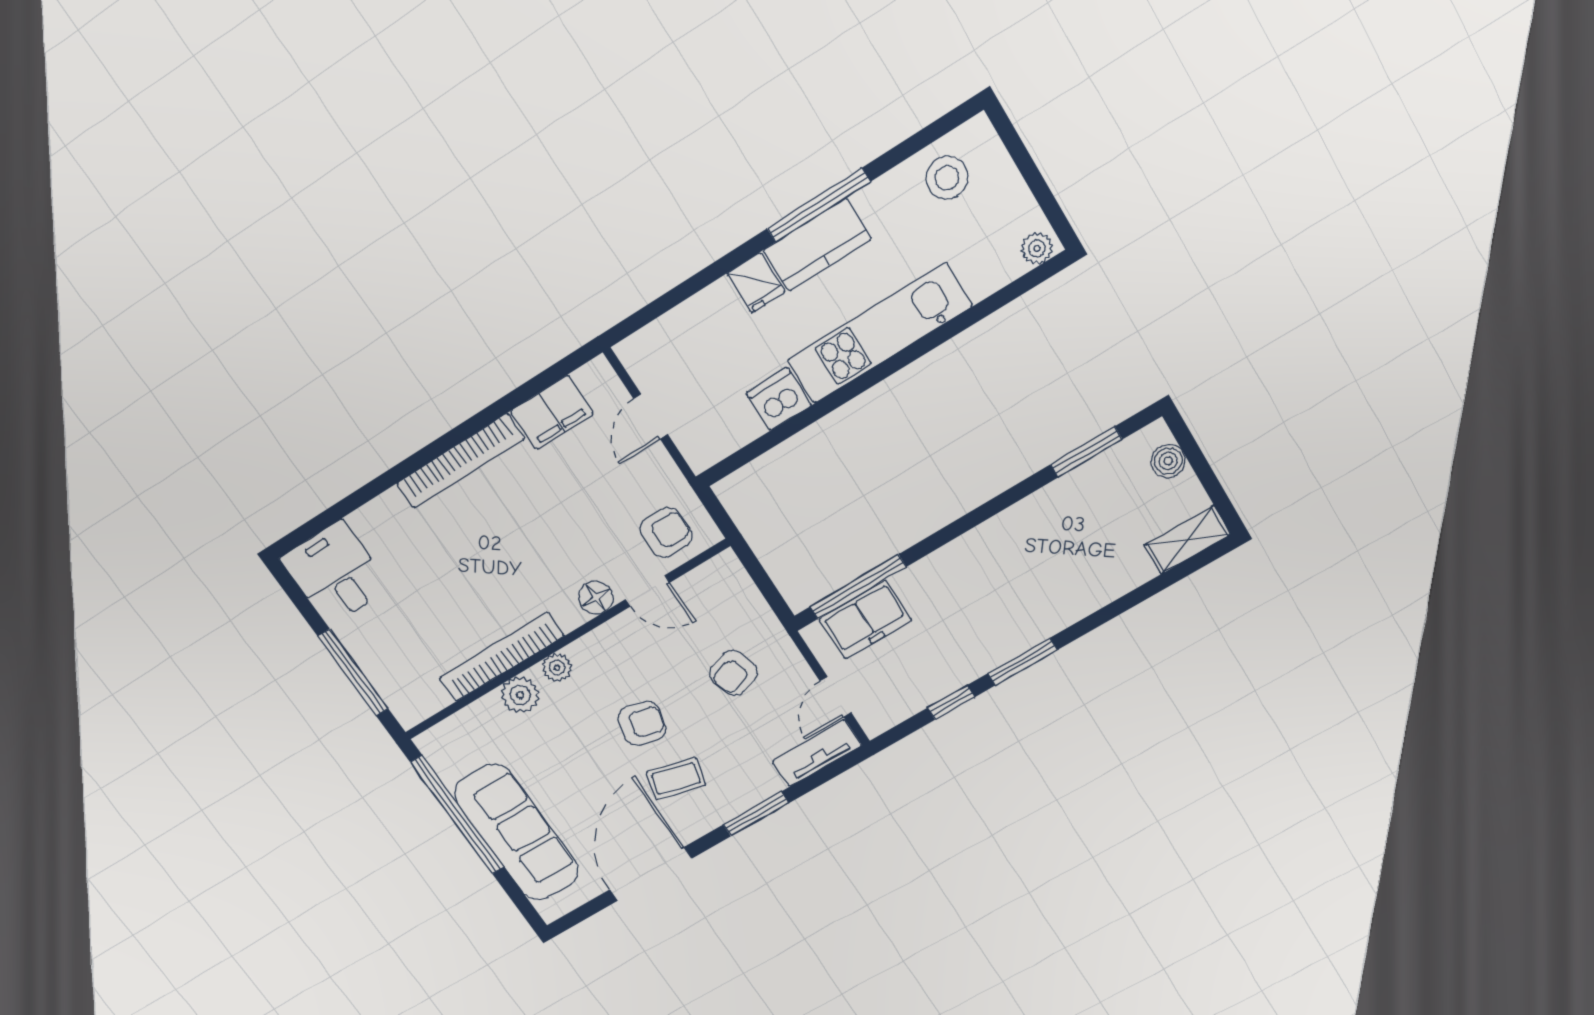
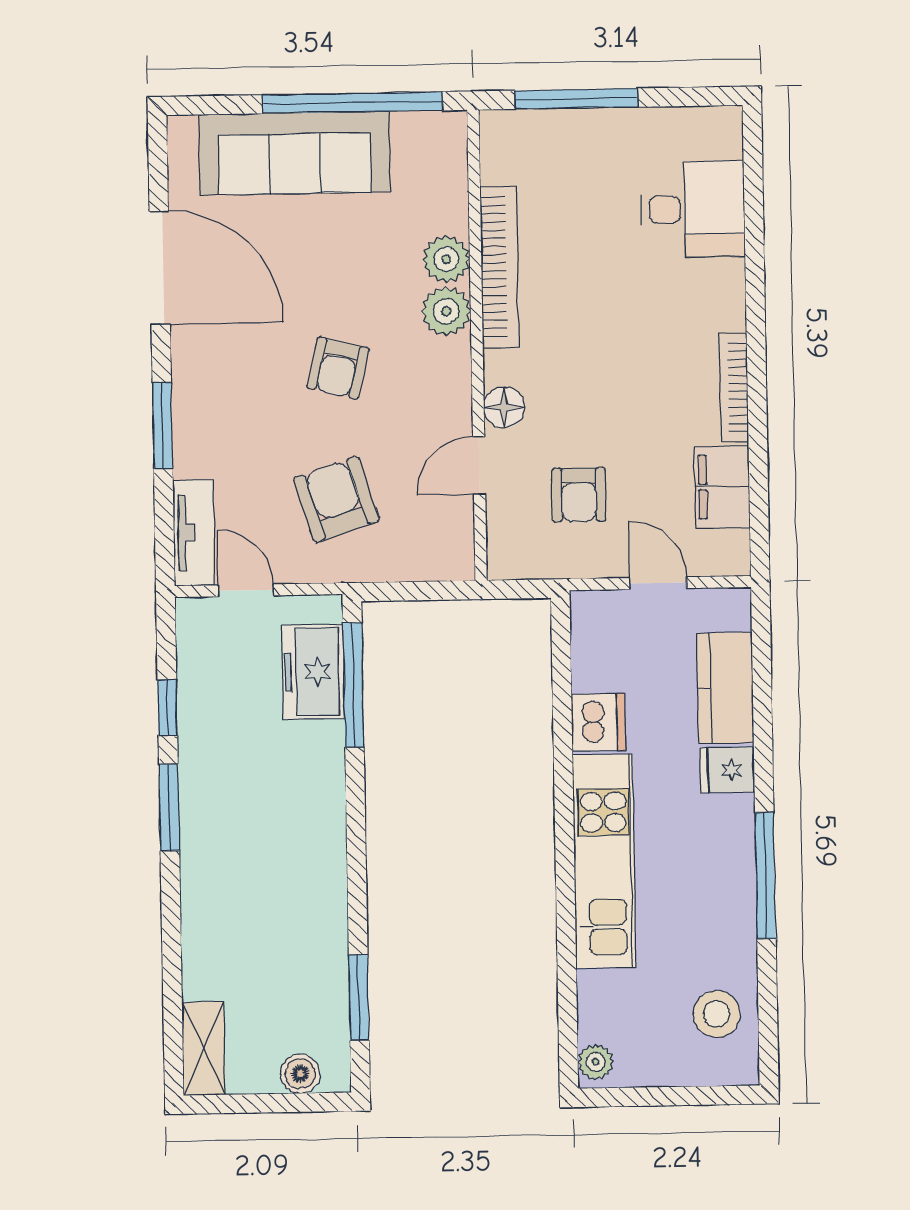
kitchen counter: (817, 245) -> (725, 688), moved
bookcase: (460, 461) -> (734, 387), width x0.68, depth x0.76
armchair: (666, 532) -> (579, 495), moved
desk: (336, 573) -> (693, 209), moved
plant: (557, 668) -> (446, 311), width x1.38, depth x1.38
armchair: (734, 673) -> (336, 499), width x1.38, depth x1.38
coffee table: (676, 779) -> (254, 365), removed

